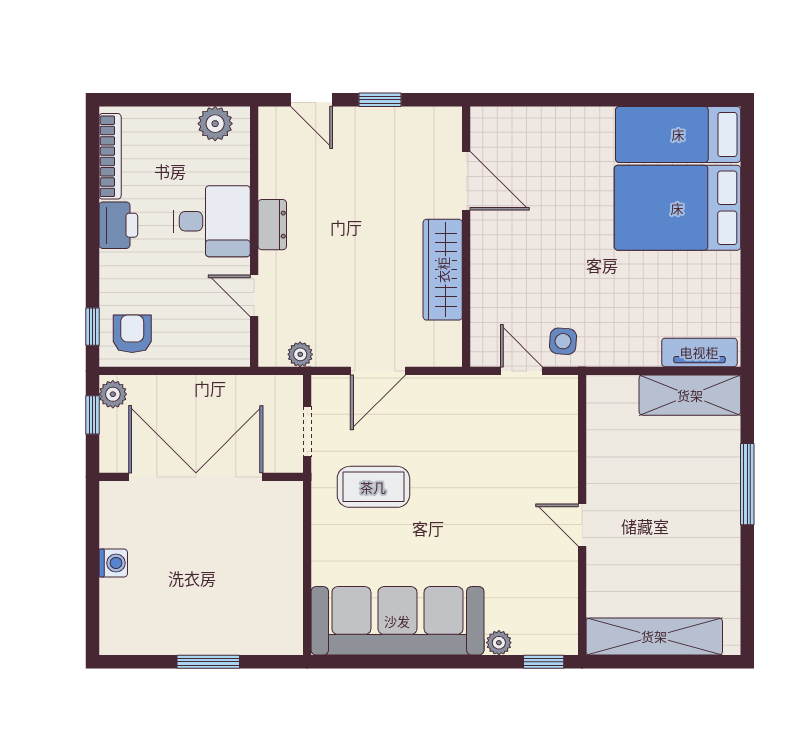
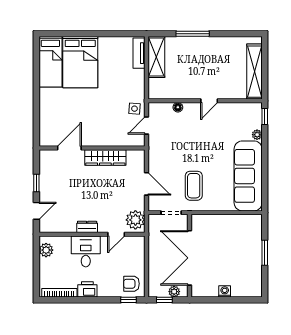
plant: (300, 354) -> (135, 220), width x1.87, depth x1.87
plant: (113, 394) -> (174, 292), moved
floor lamp: (566, 448) -> (178, 107), added

